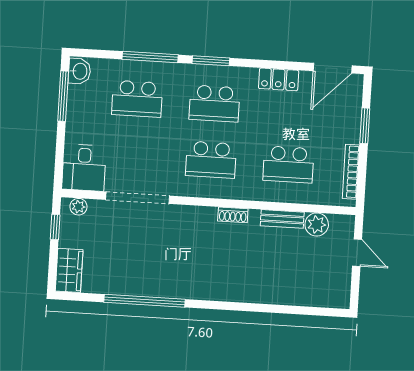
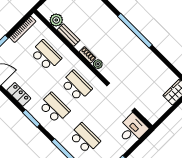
window: (211, 61) -> (31, 118), moved
plant: (78, 207) -> (98, 64), moved
window: (55, 227) -> (166, 115), removed
window: (145, 301) -> (135, 31), moved

